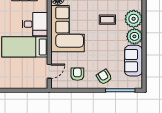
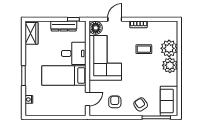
sofa: (133, 61) -> (169, 101), moved

